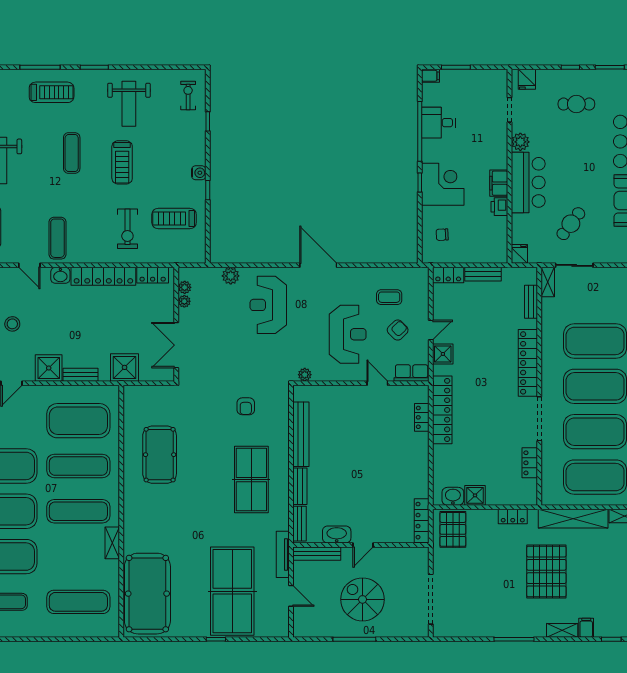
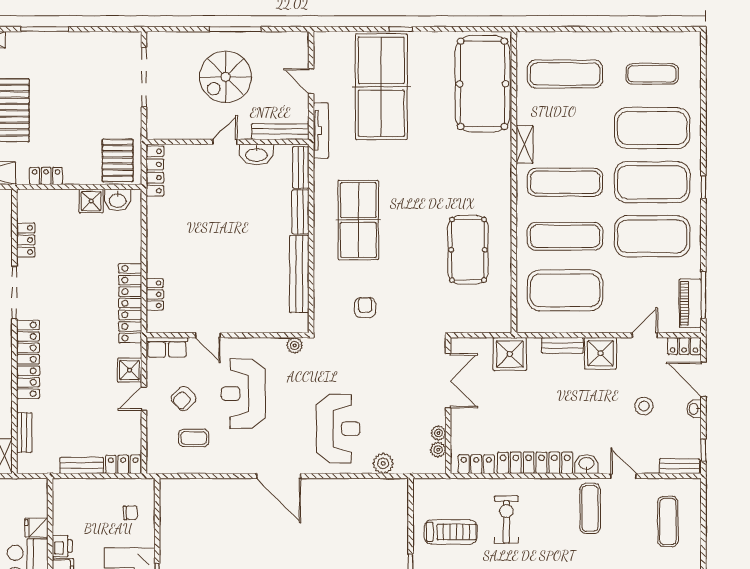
fridge: (519, 254) -> (36, 528), moved, turned 90
spiral stairs: (363, 599) -> (226, 77), turned 90

